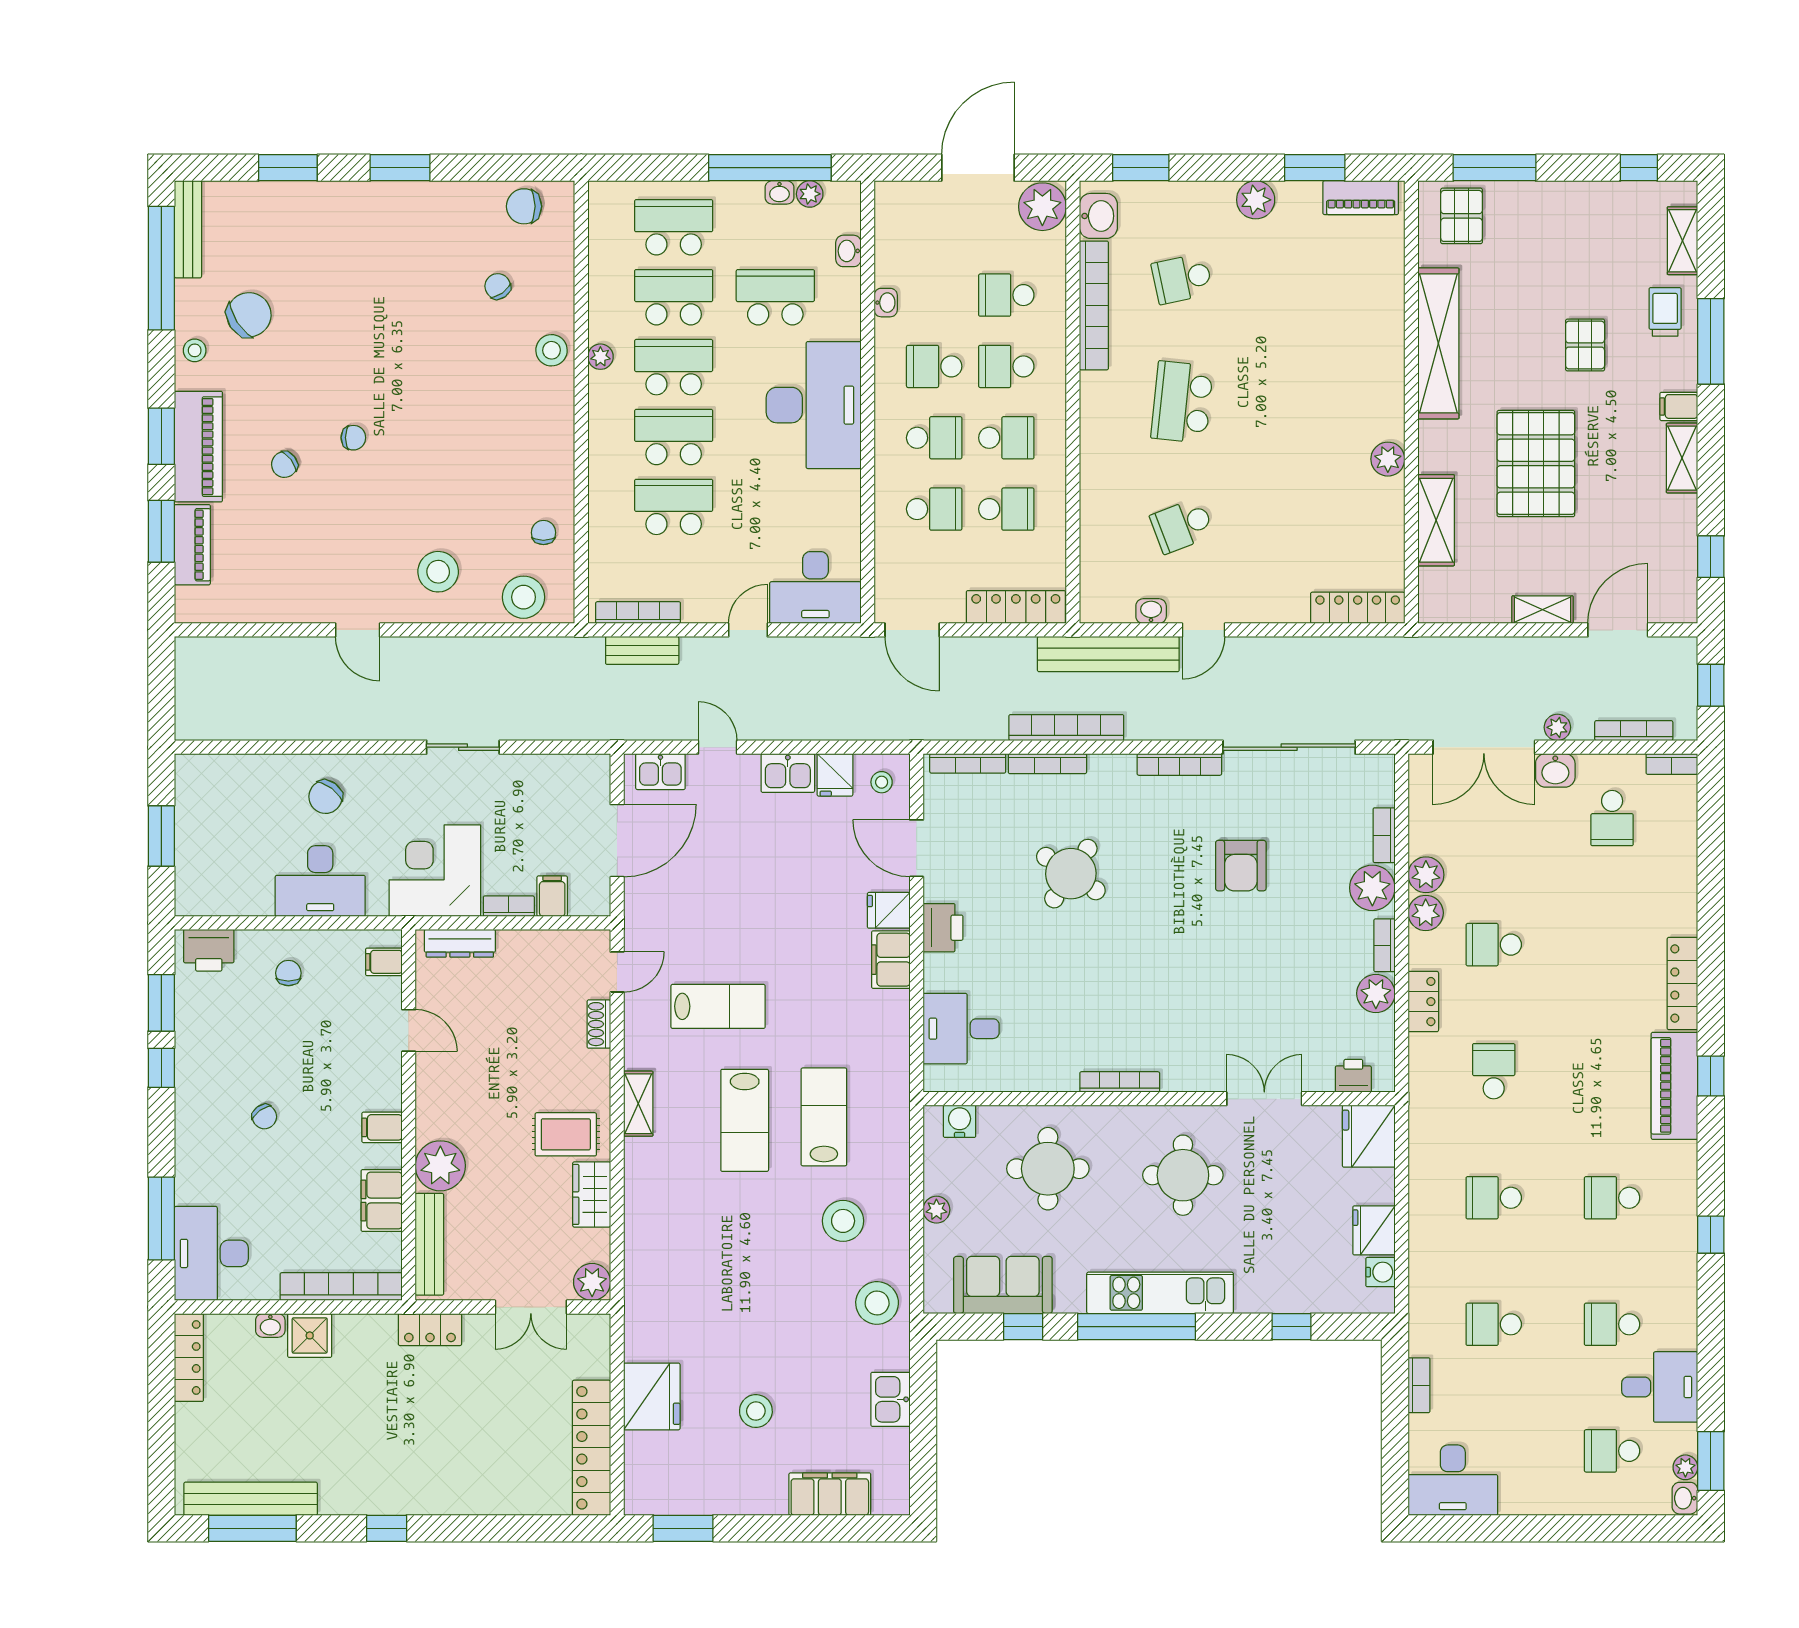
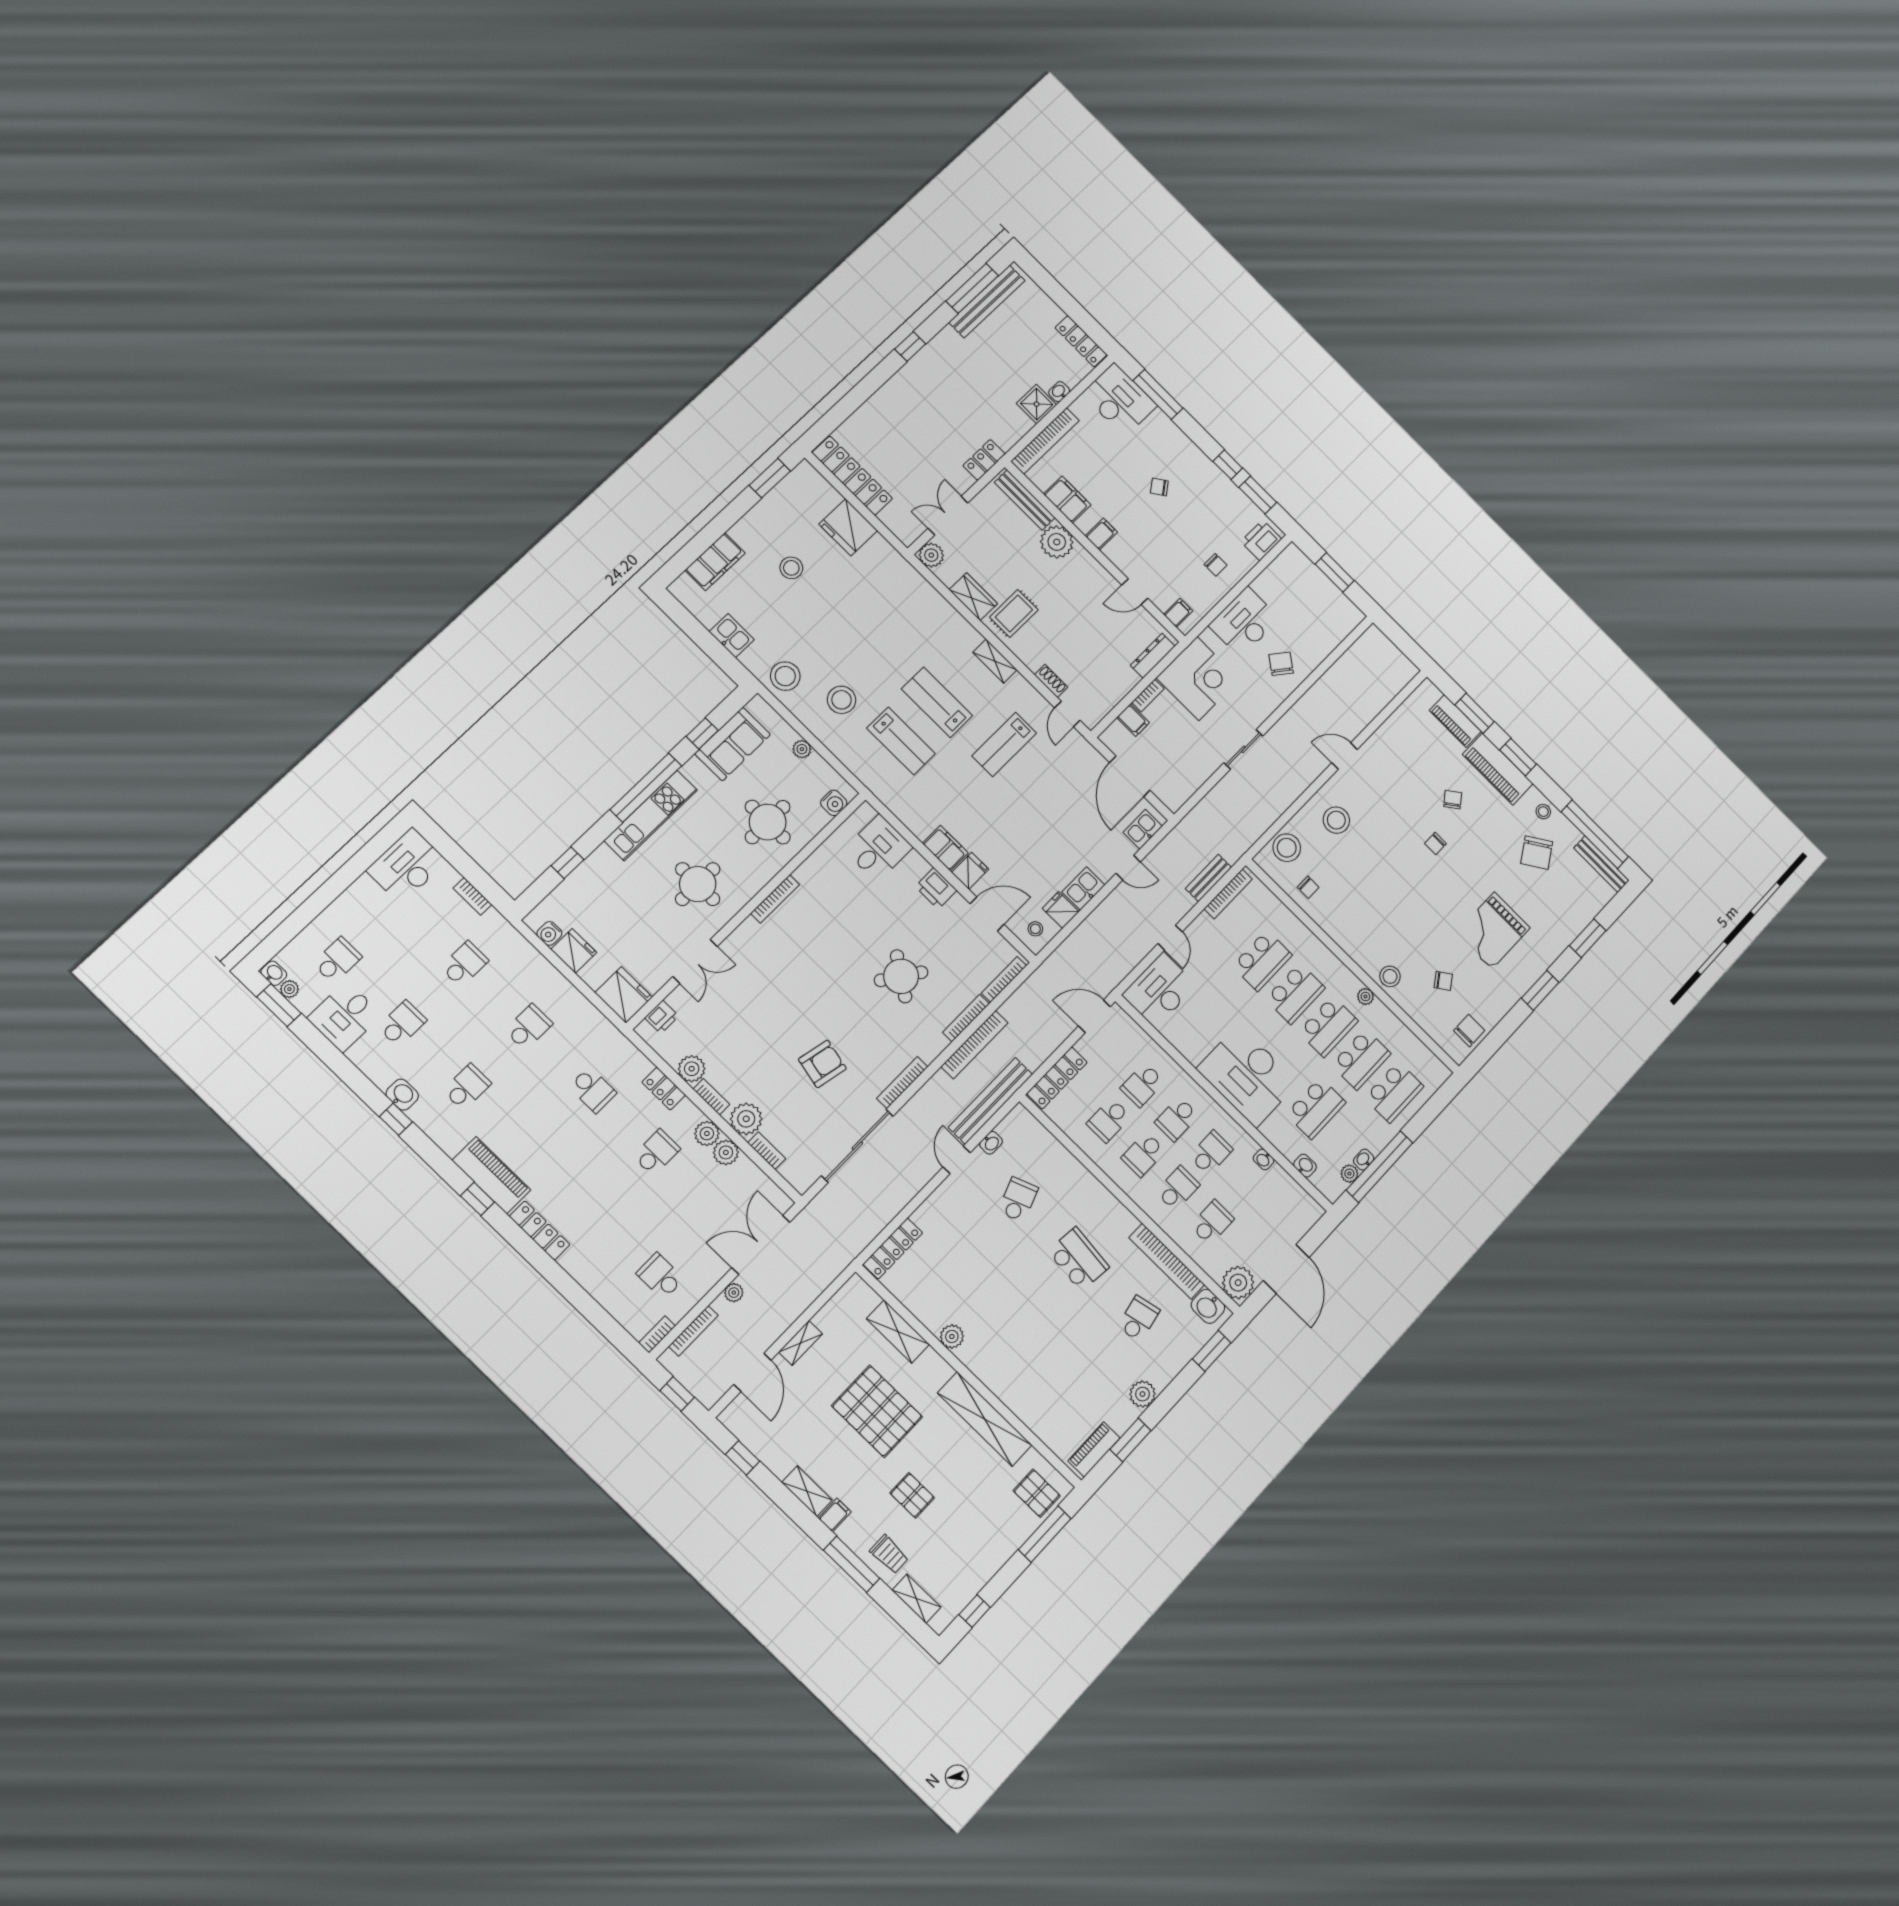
grand piano: (386, 283) -> (1493, 931), added
washbasin: (1555, 770) -> (402, 1095), moved, turned 90
armchair: (1241, 866) -> (822, 1064), turned 102

